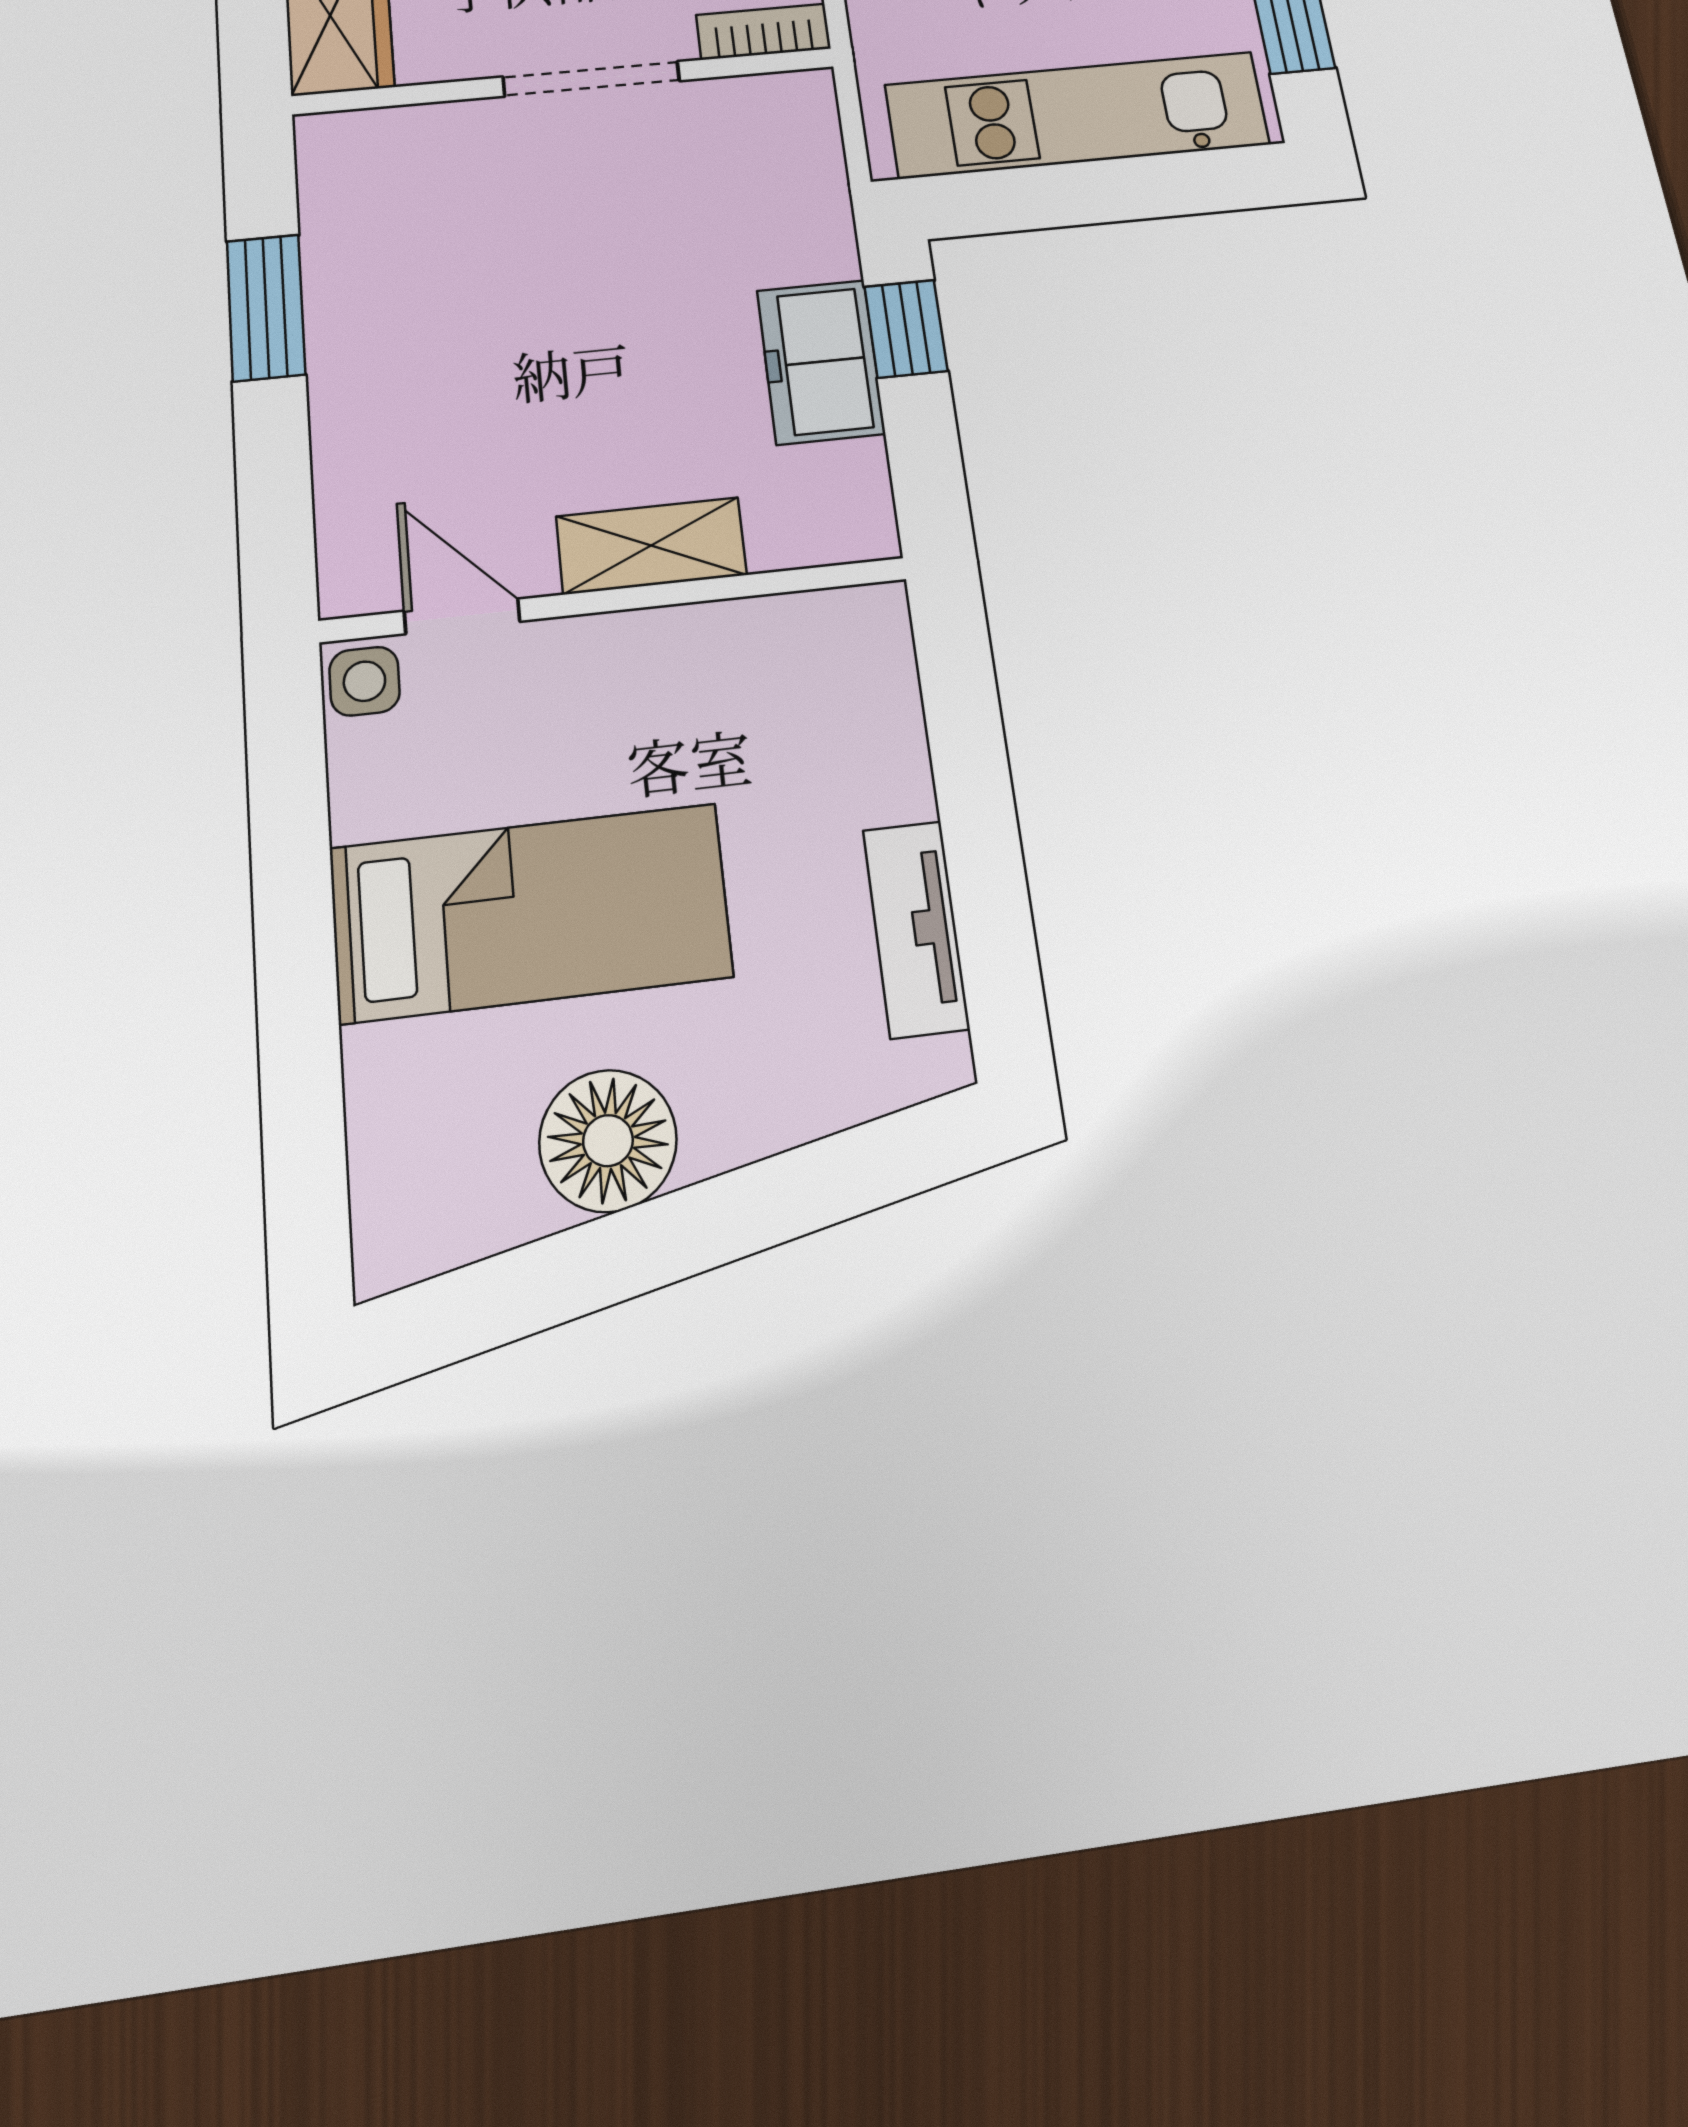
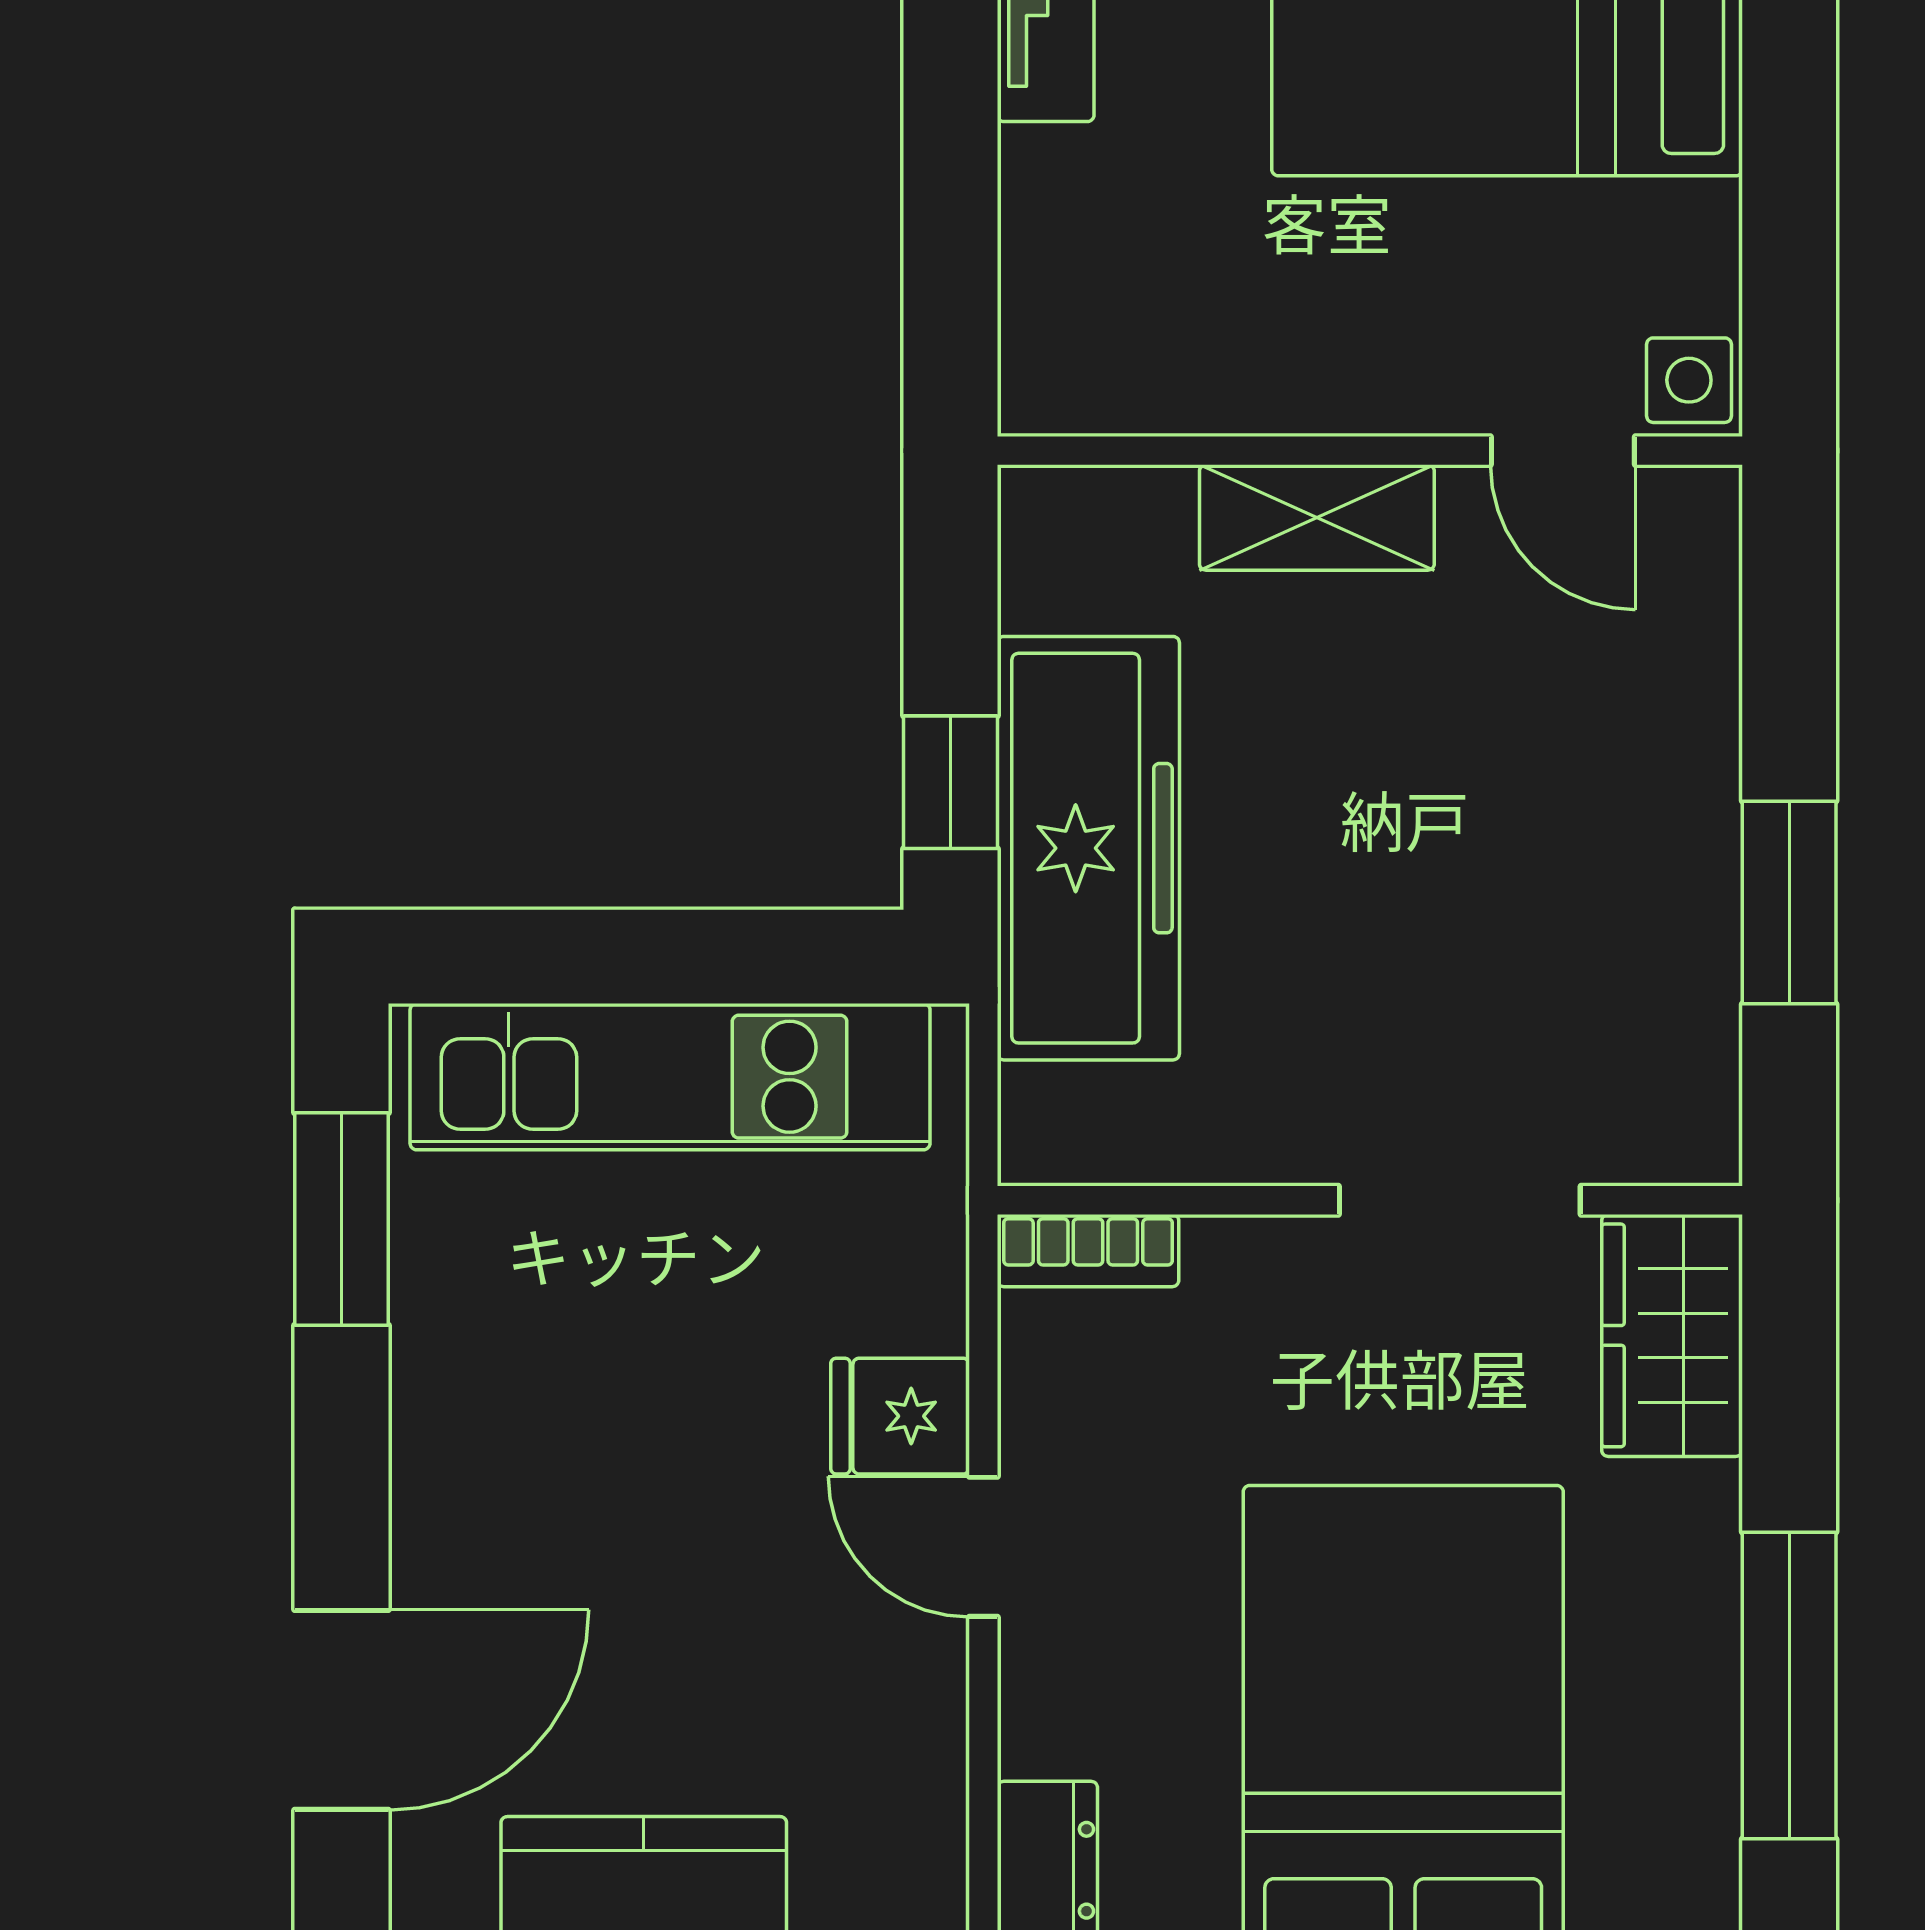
doorway: (591, 79) -> (1460, 1200), moved
freezer: (821, 362) -> (1088, 848), width x1.91, depth x1.26

